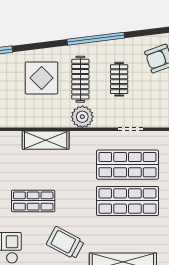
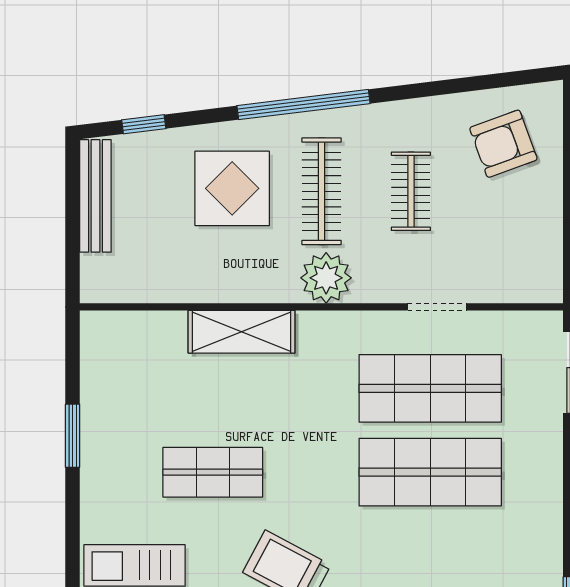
window: (96, 39) -> (303, 105), moved

